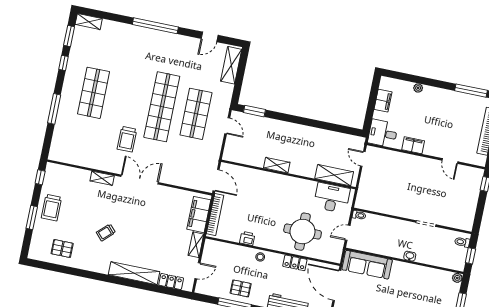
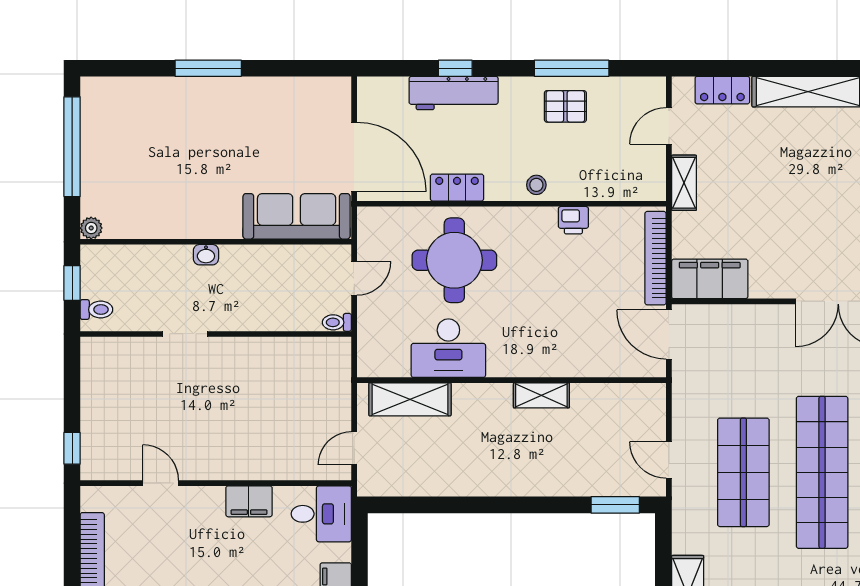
door: (363, 159) -> (354, 448), swing flipped
desk: (332, 198) -> (448, 348), moved
filing cabinet: (199, 215) -> (710, 279), moved, turned -90

